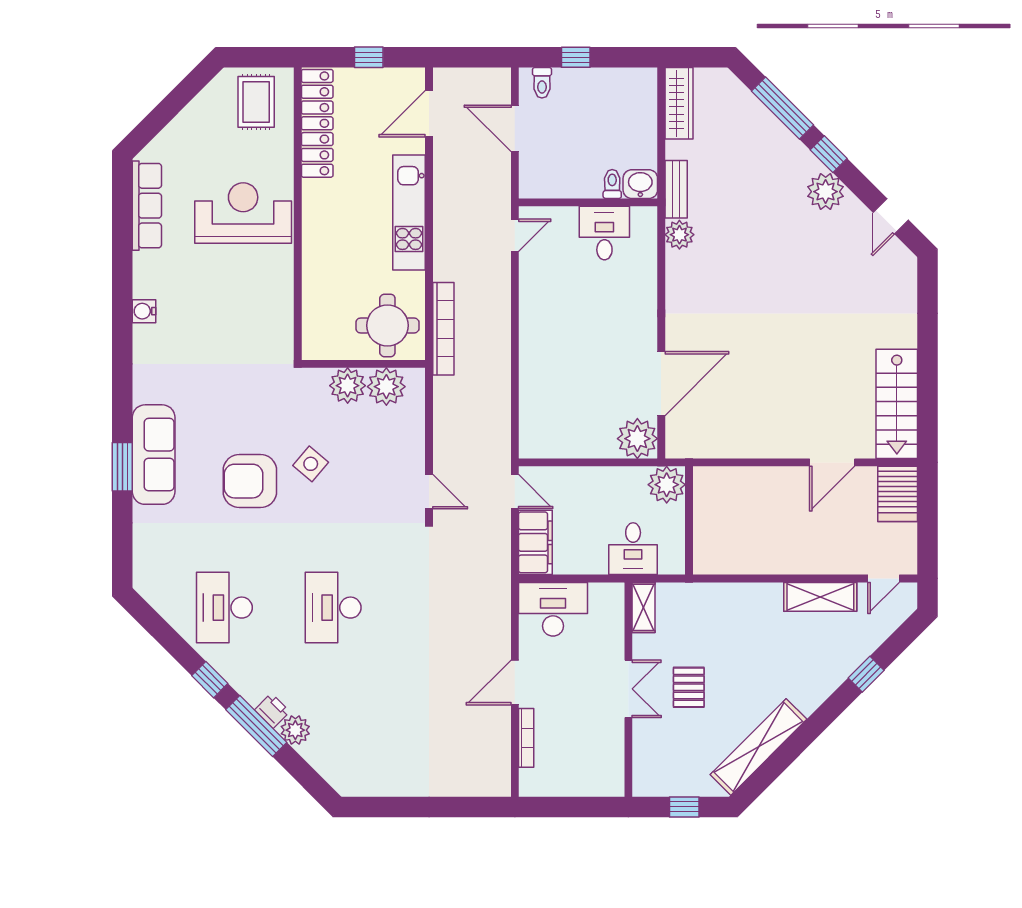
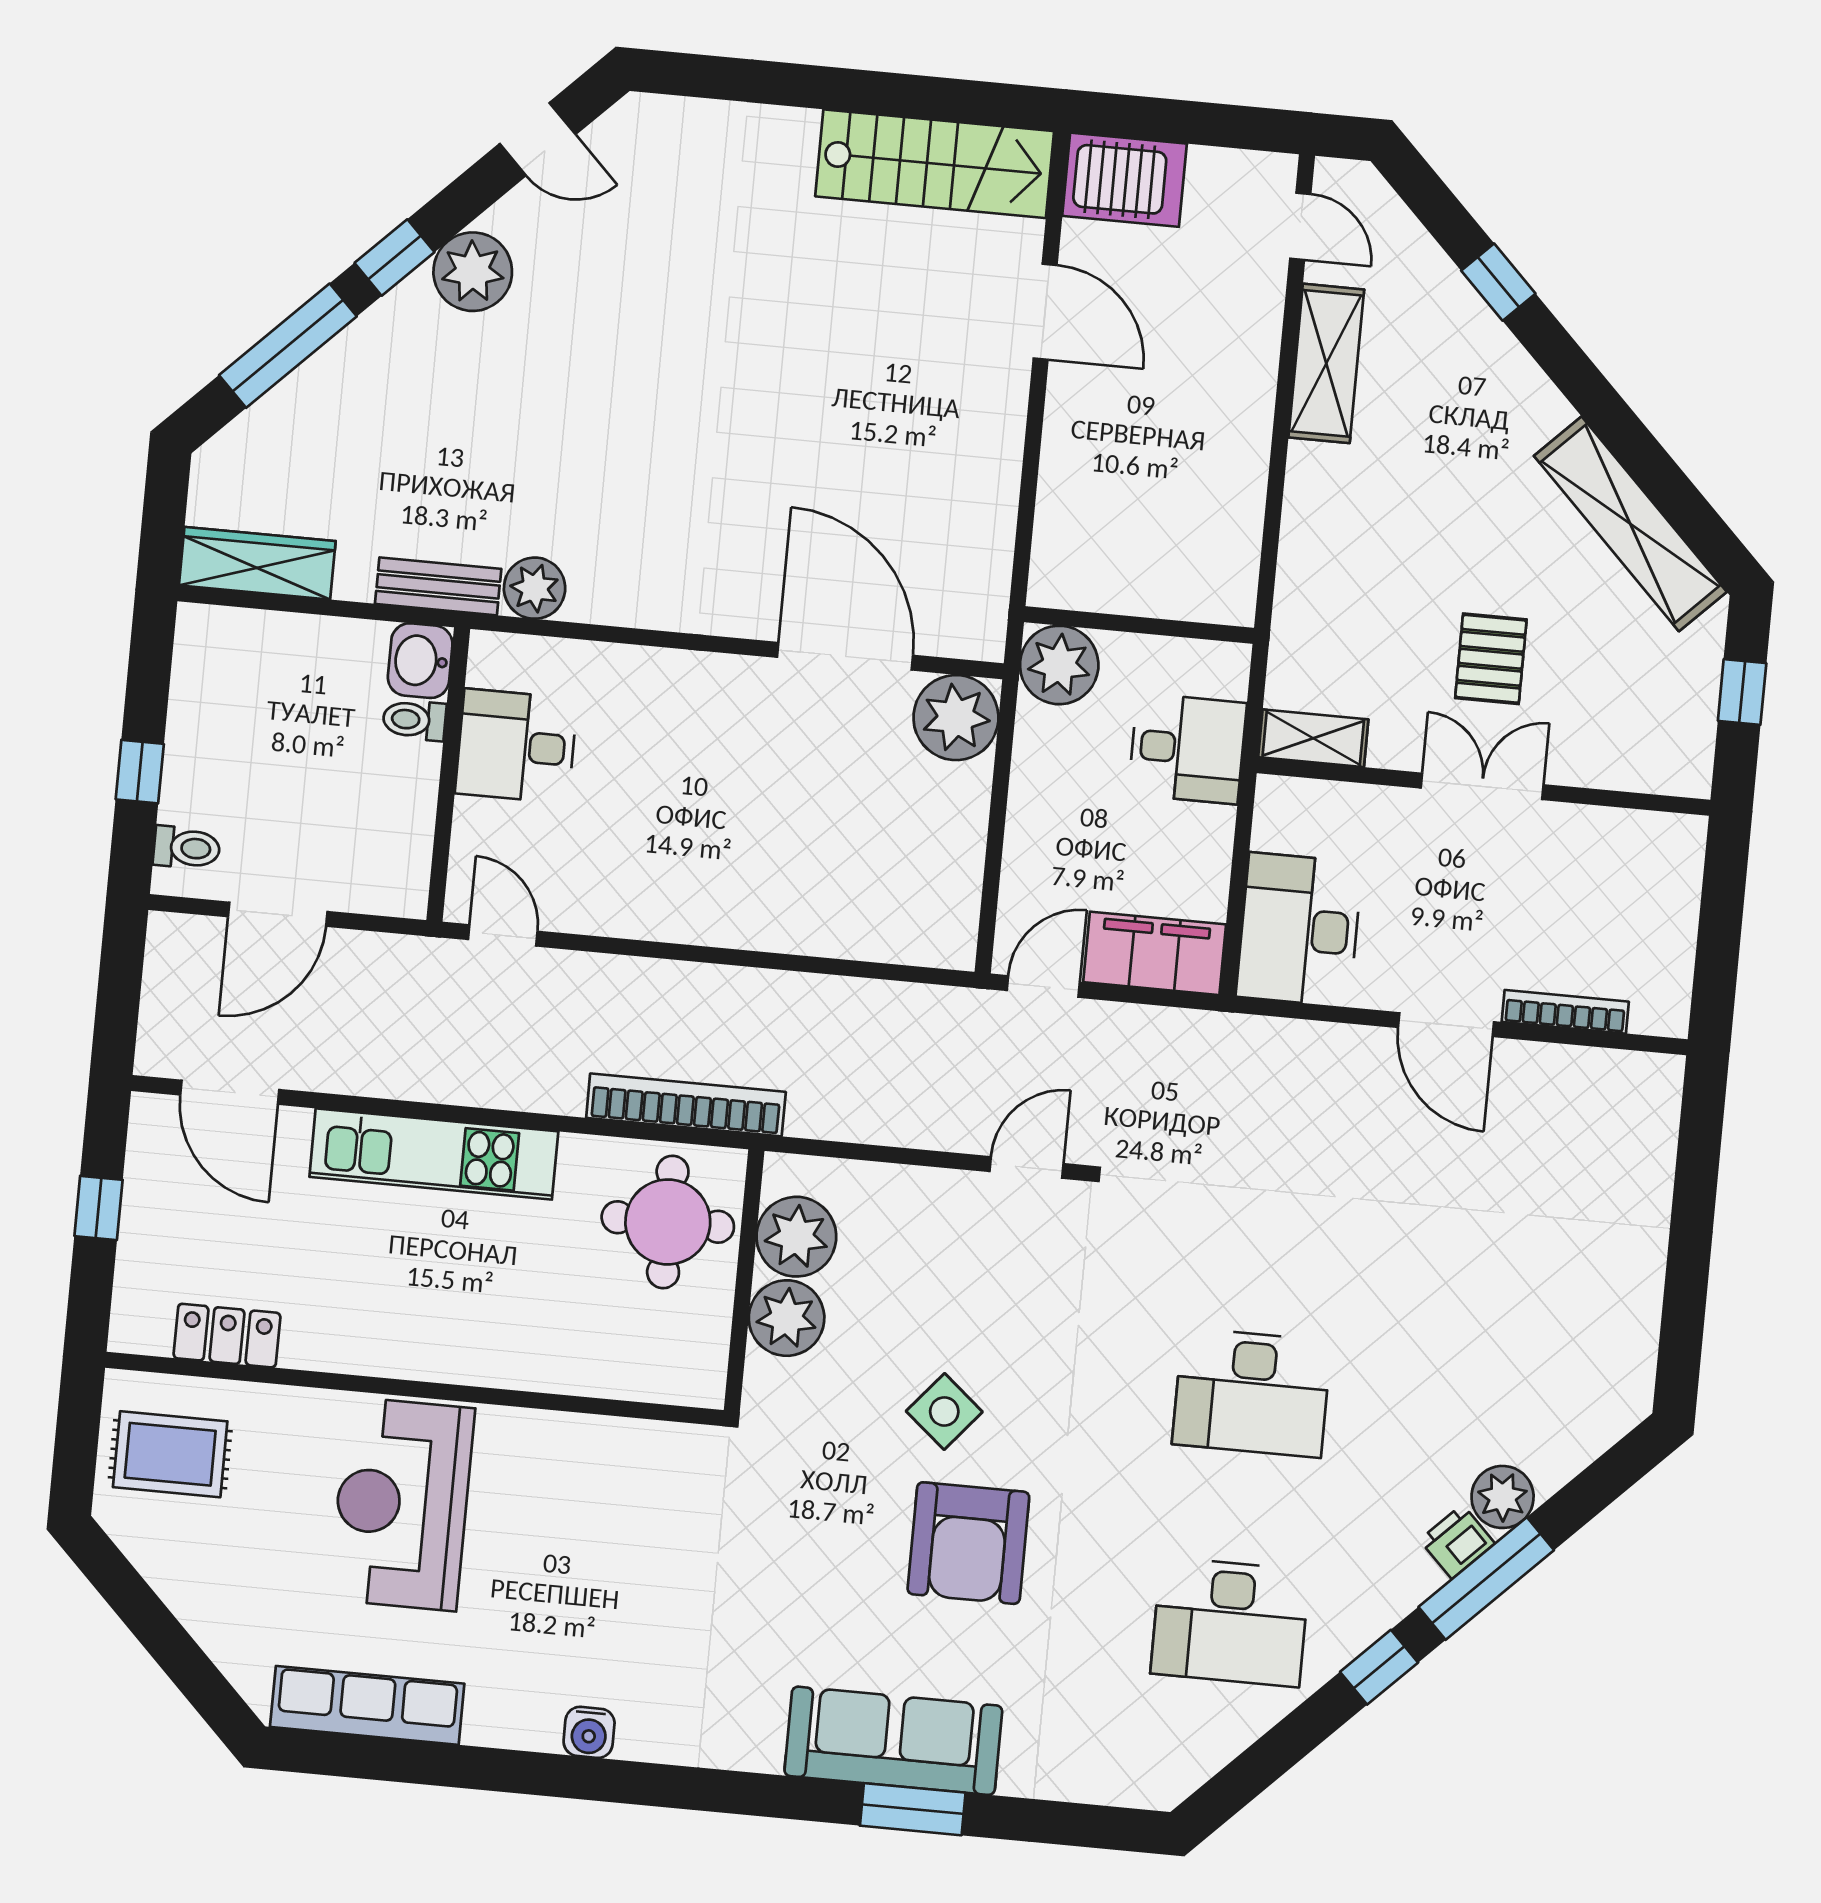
locker: (317, 123) -> (227, 1336), width x0.46, depth x0.83
pallet: (689, 687) -> (1491, 659), turned 90

